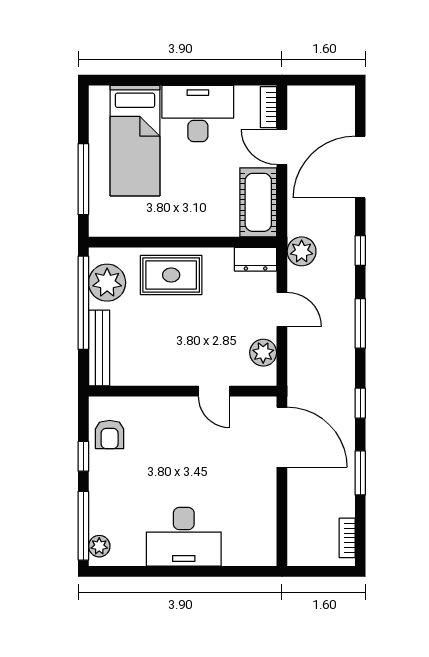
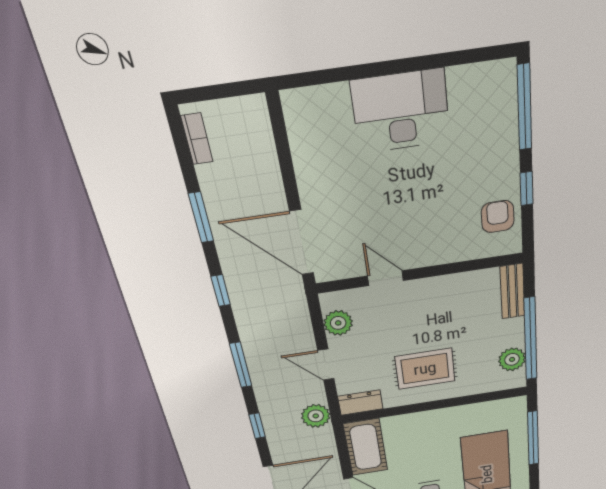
rug: (171, 275) -> (425, 369), moved
plant: (107, 283) -> (512, 359), width x0.73, depth x0.73
bench: (99, 348) -> (512, 291), width x0.73
plant: (99, 546) -> (504, 85), removed

